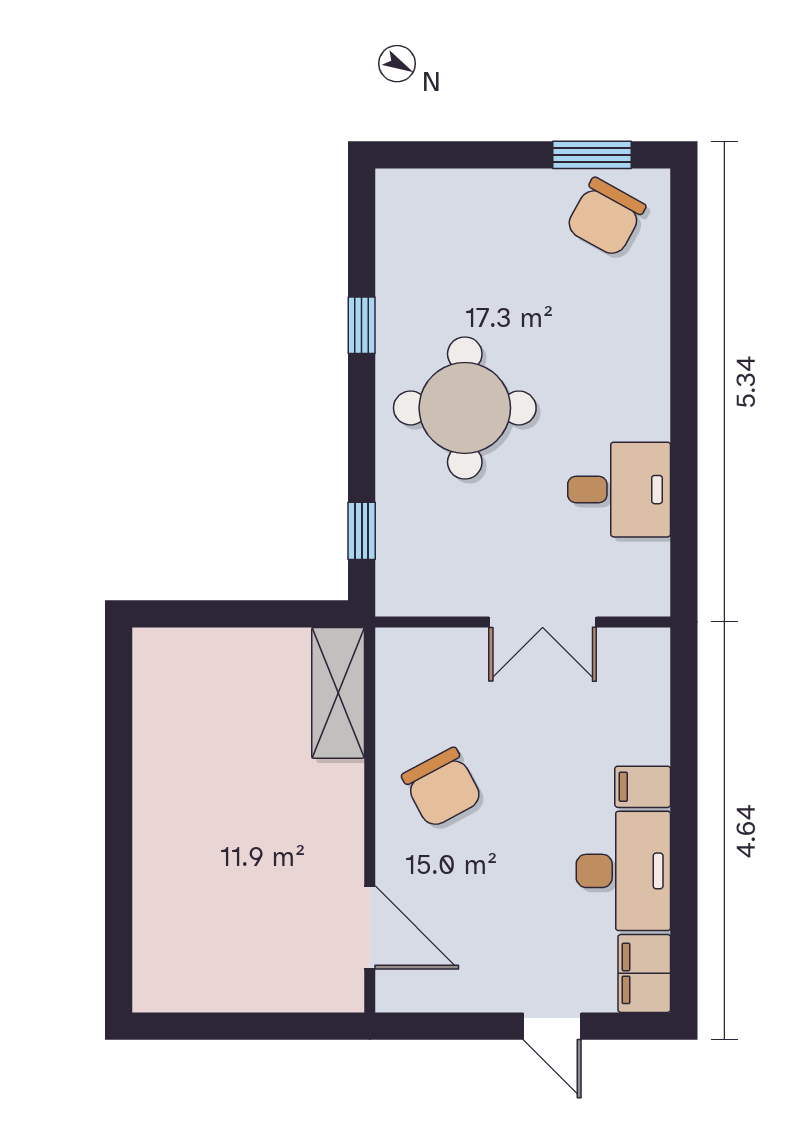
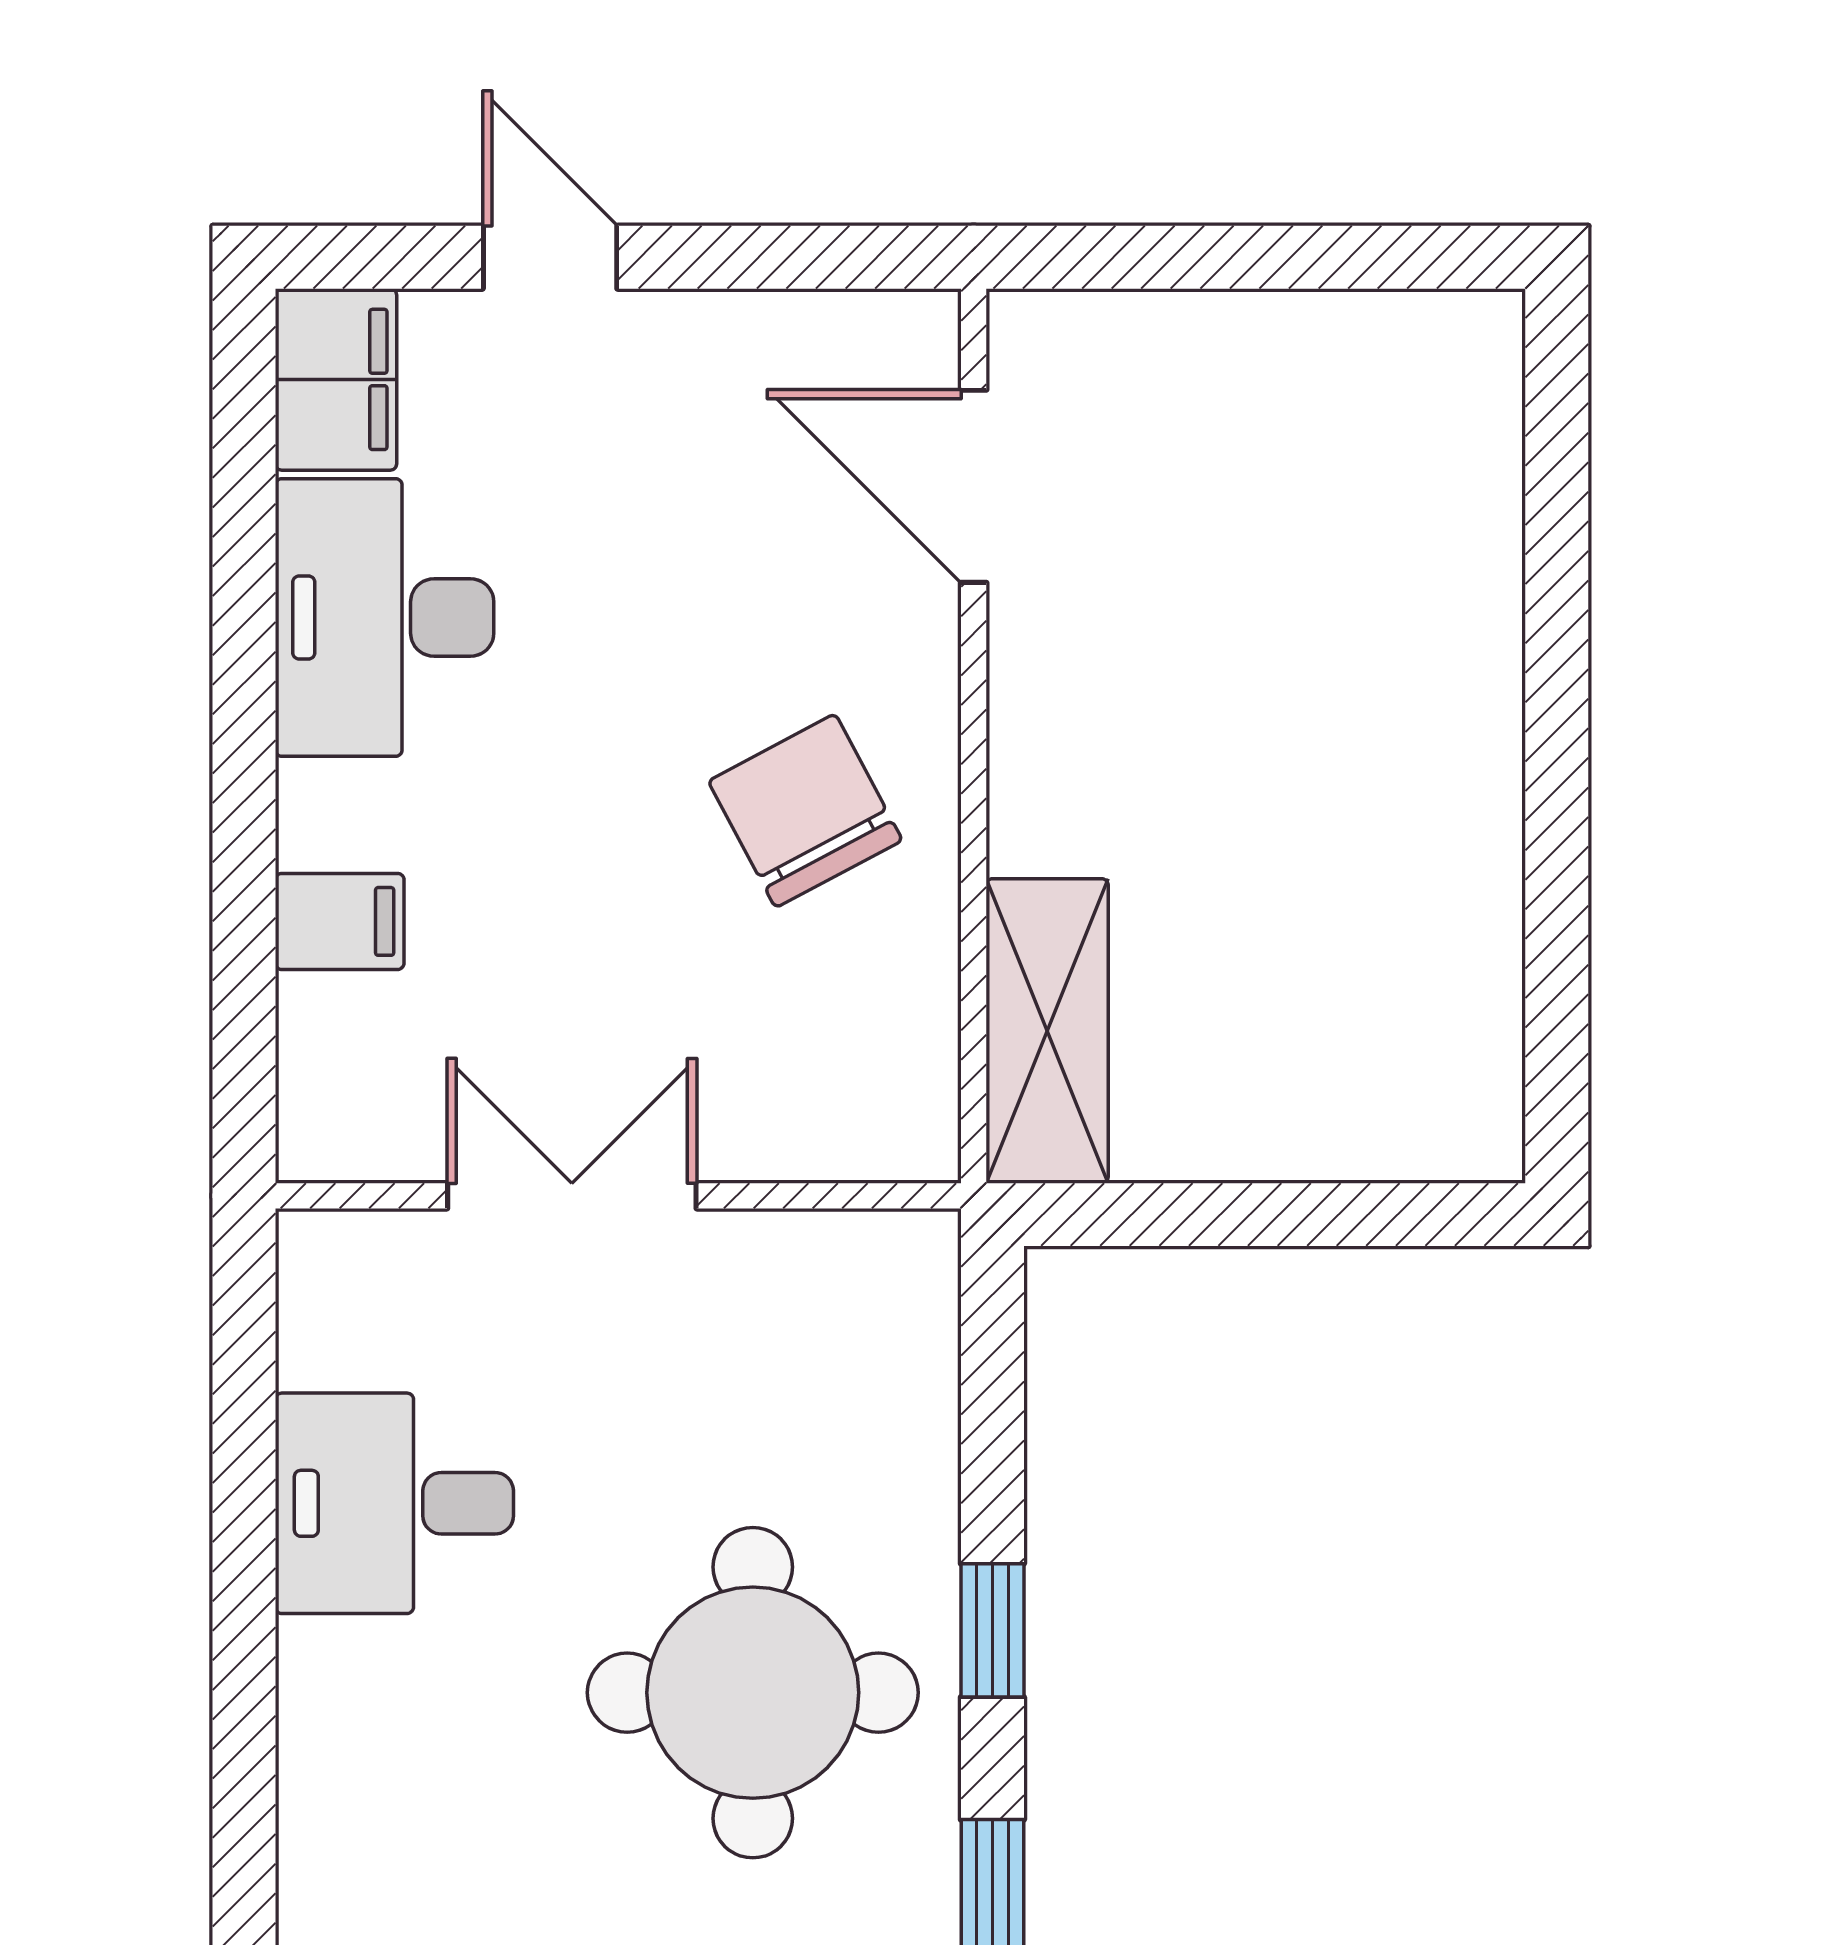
window: (362, 531) -> (992, 1630), moved
filing cabinet: (643, 787) -> (340, 921), moved

